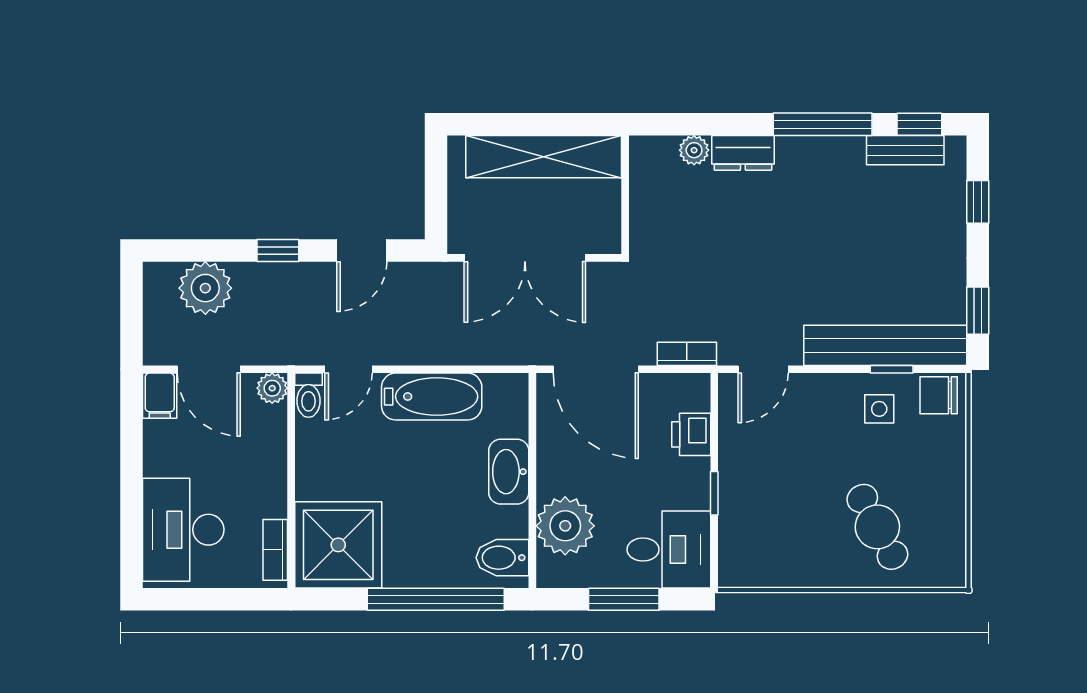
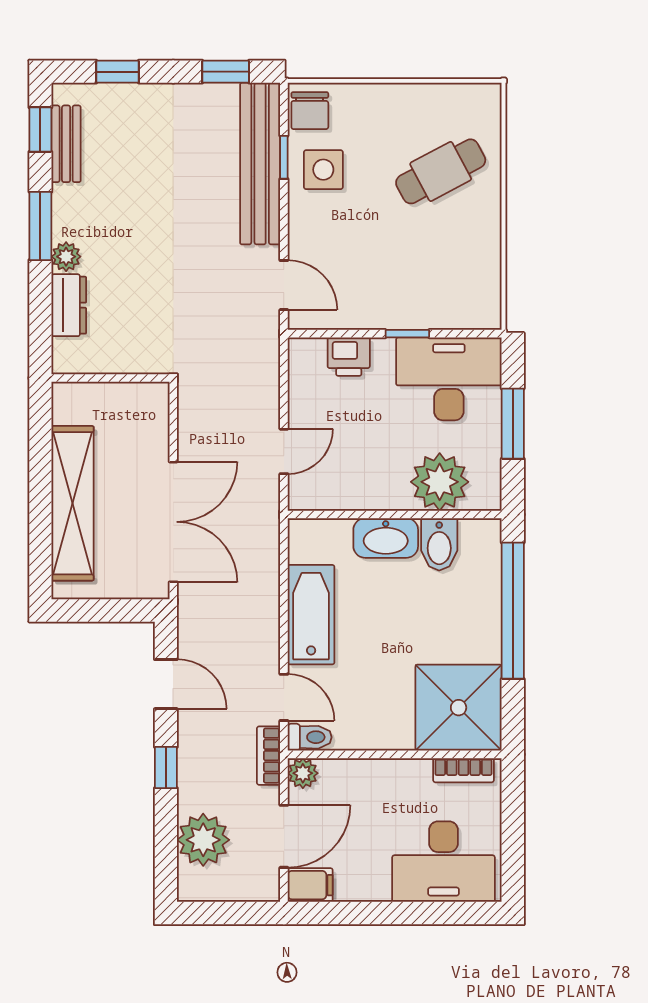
window: (823, 124) -> (40, 226), width x0.69
plant: (694, 150) -> (66, 257), moved
wall: (625, 195) -> (110, 378), moved
bookcase: (687, 354) -> (269, 756), moved
door: (596, 369) -> (284, 451), width x0.53
side table: (879, 409) -> (323, 170), width x1.37, depth x1.37
desk: (669, 550) -> (449, 379), width x1.37
bidet: (502, 558) -> (439, 544), moved

